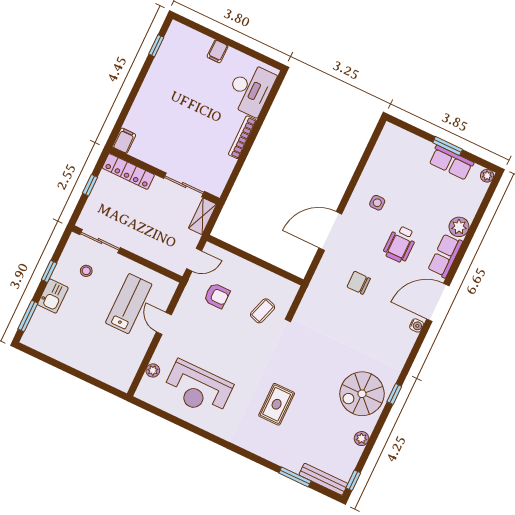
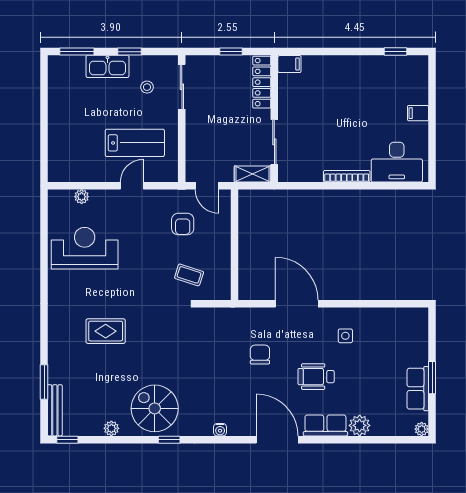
kitchen sink: (53, 296) -> (107, 66), width x1.38
water cooler: (417, 325) -> (220, 430), moved
reception desk: (198, 389) -> (85, 248), turned 90

